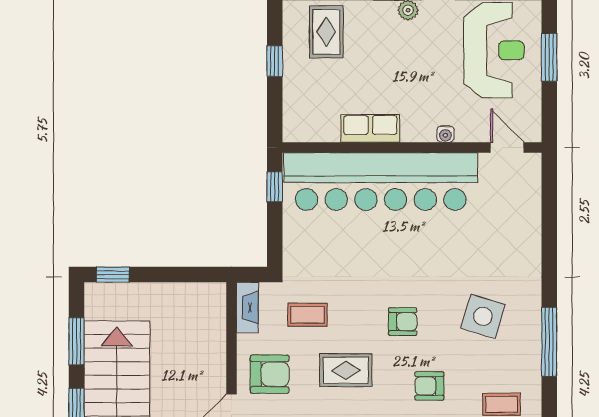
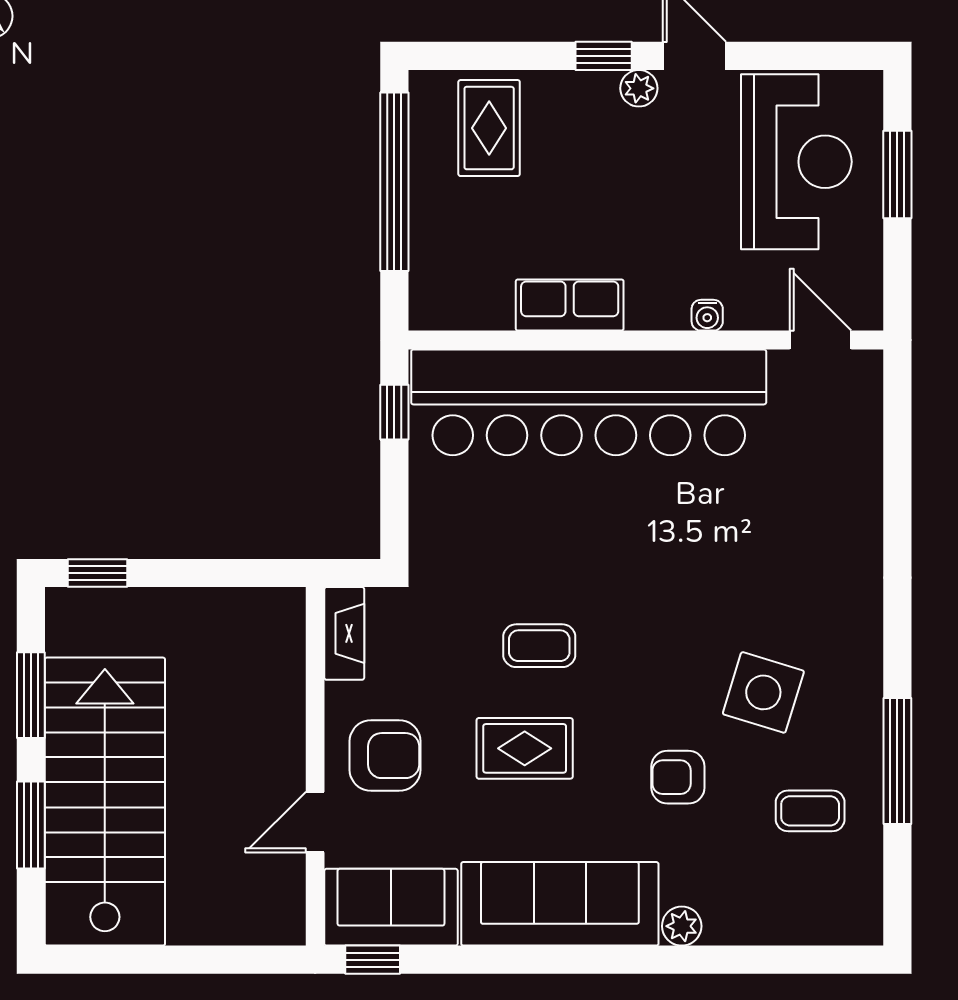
window: (275, 61) -> (394, 182), width x3.17
coffee table: (307, 315) -> (539, 646), moved
side table: (483, 316) -> (763, 692), moved
armchair: (403, 322) -> (629, 659), removed
window: (549, 342) -> (897, 761), moved

